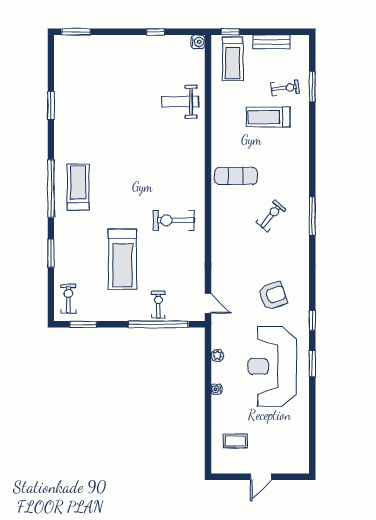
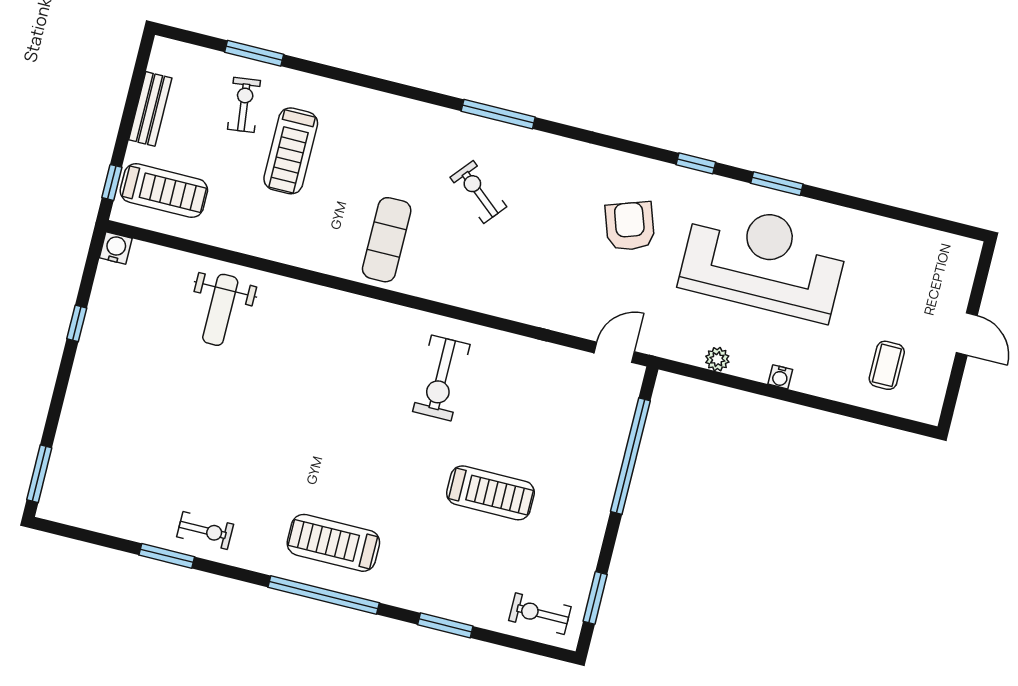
treadmill: (123, 259) -> (490, 493), width x0.73, depth x0.73
exercise bike: (158, 305) -> (205, 531), moved, turned 180
reception desk: (272, 366) -> (764, 261), turned 180

